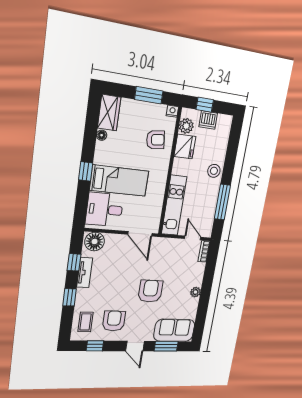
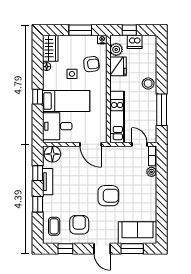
side table: (131, 149) -> (72, 74), added
armchair: (150, 291) -> (108, 196), turned 90
plant: (195, 292) -> (152, 172), moved

